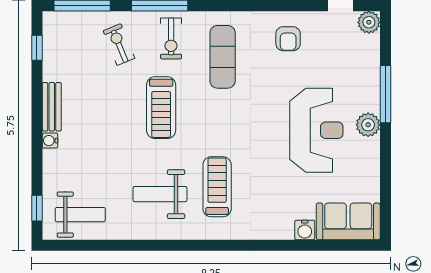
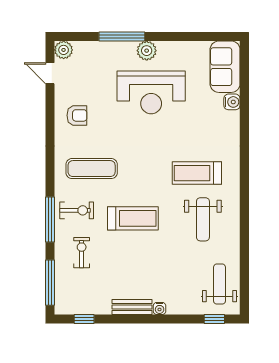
exercise bike: (119, 45) -> (82, 253), turned 112
reception desk: (316, 130) -> (151, 92), turned 180

